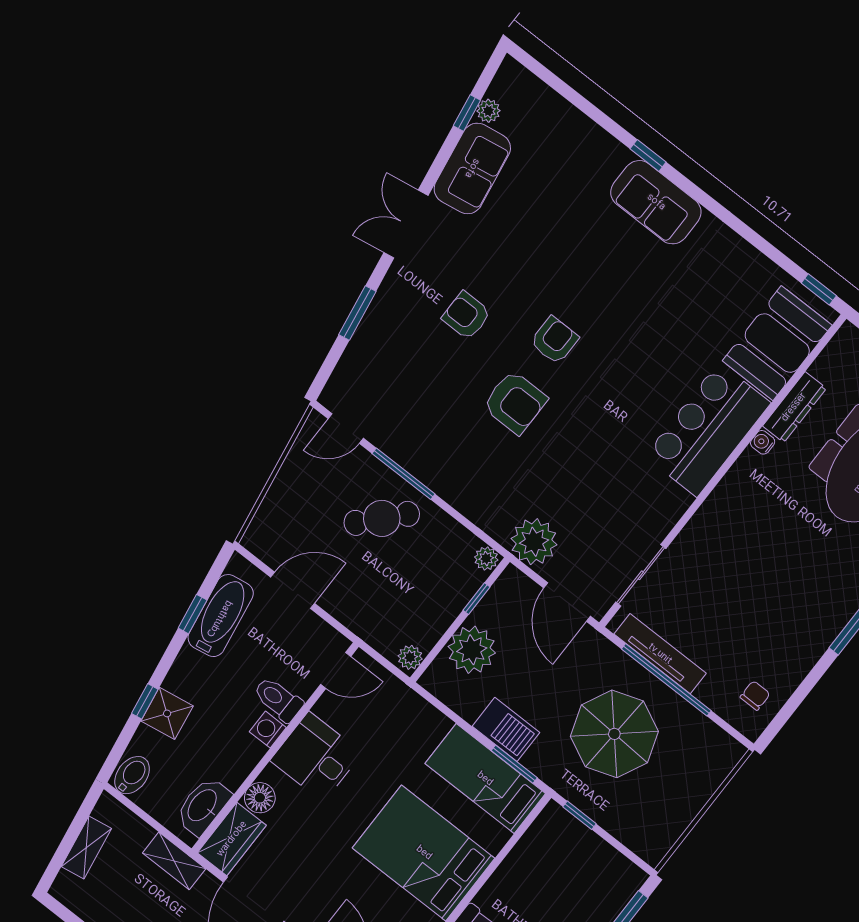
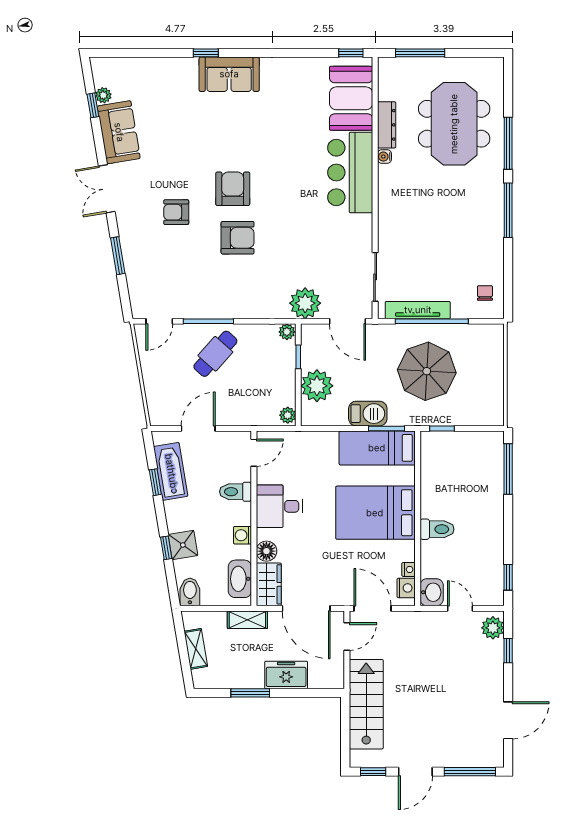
armchair: (554, 340) -> (233, 189), width x1.38, depth x1.38
washing machine: (268, 730) -> (243, 535), moved

